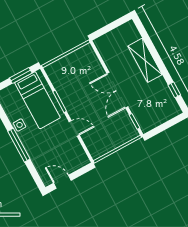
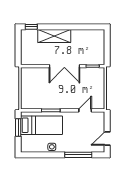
window: (174, 90) -> (31, 27), moved
door: (74, 128) -> (85, 110), moved
window: (19, 145) -> (78, 155), moved

